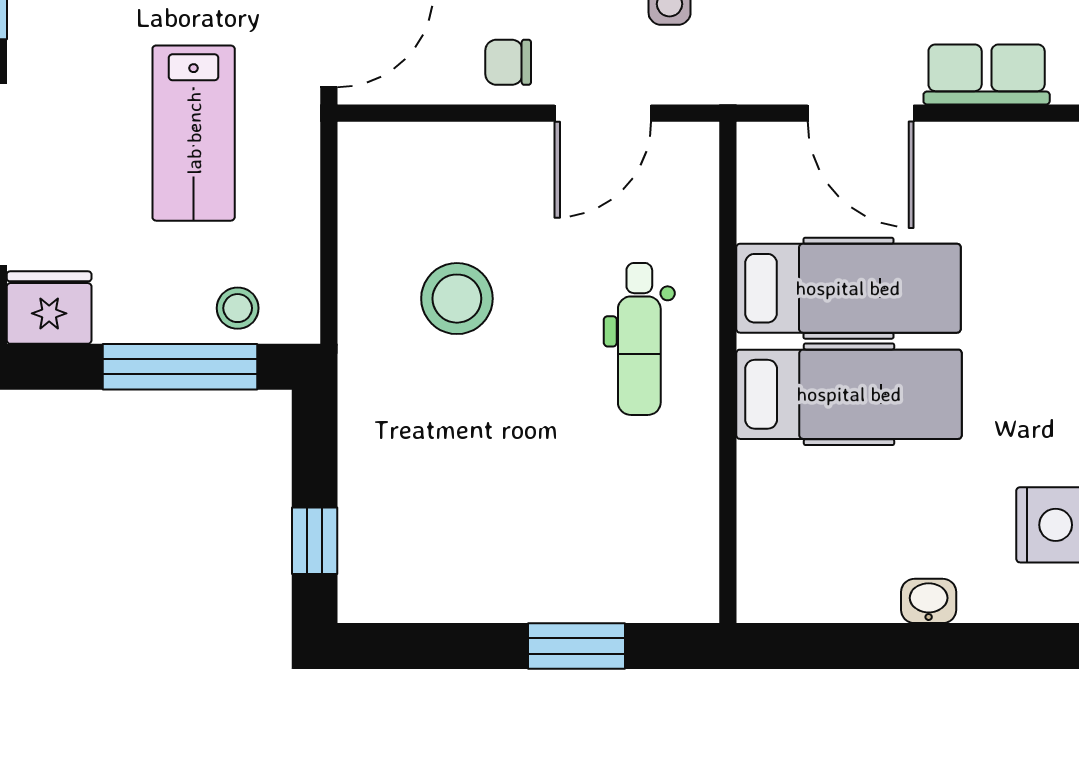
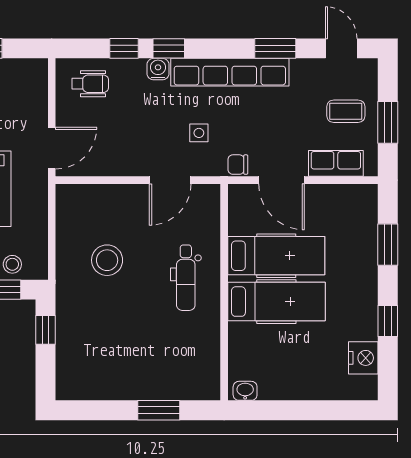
chair: (508, 62) -> (238, 165), moved
window: (315, 541) -> (46, 330), moved
washbasin: (929, 601) -> (245, 391), moved

